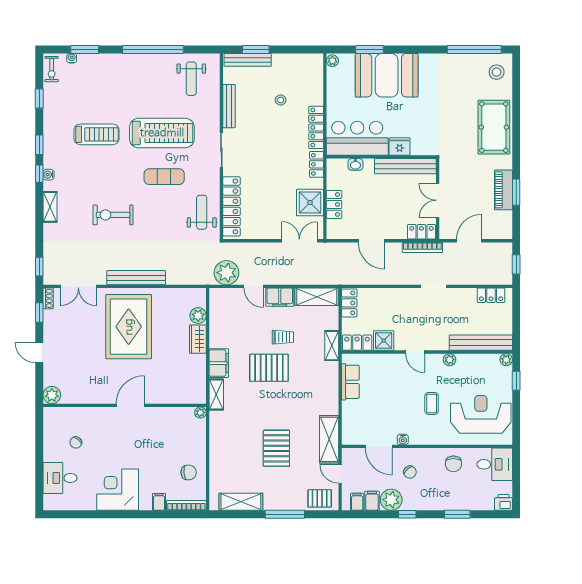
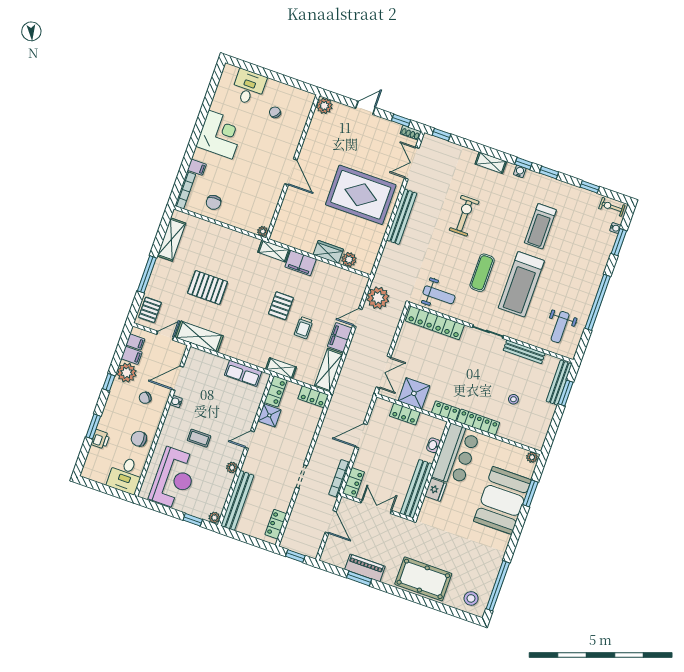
weight bench: (191, 79) -> (560, 327), turned -90
pallet: (269, 368) -> (281, 306), width x0.67, depth x0.71
printer: (504, 502) -> (100, 439), moved

